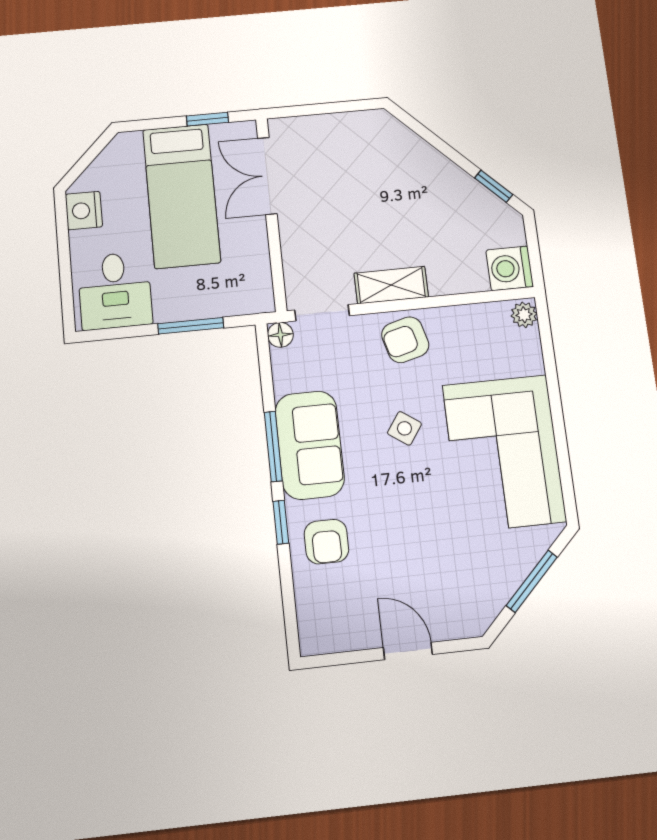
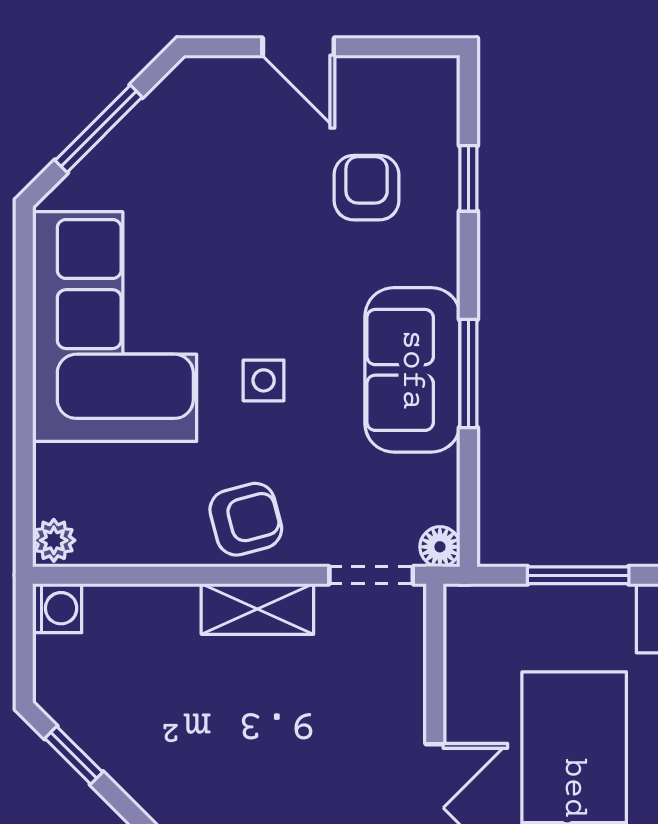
washing machine: (510, 268) -> (57, 608), width x0.73, depth x0.73
side table: (404, 428) -> (264, 380), turned -35
window: (281, 522) -> (468, 178), moved
armchair: (326, 542) -> (367, 188), moved

